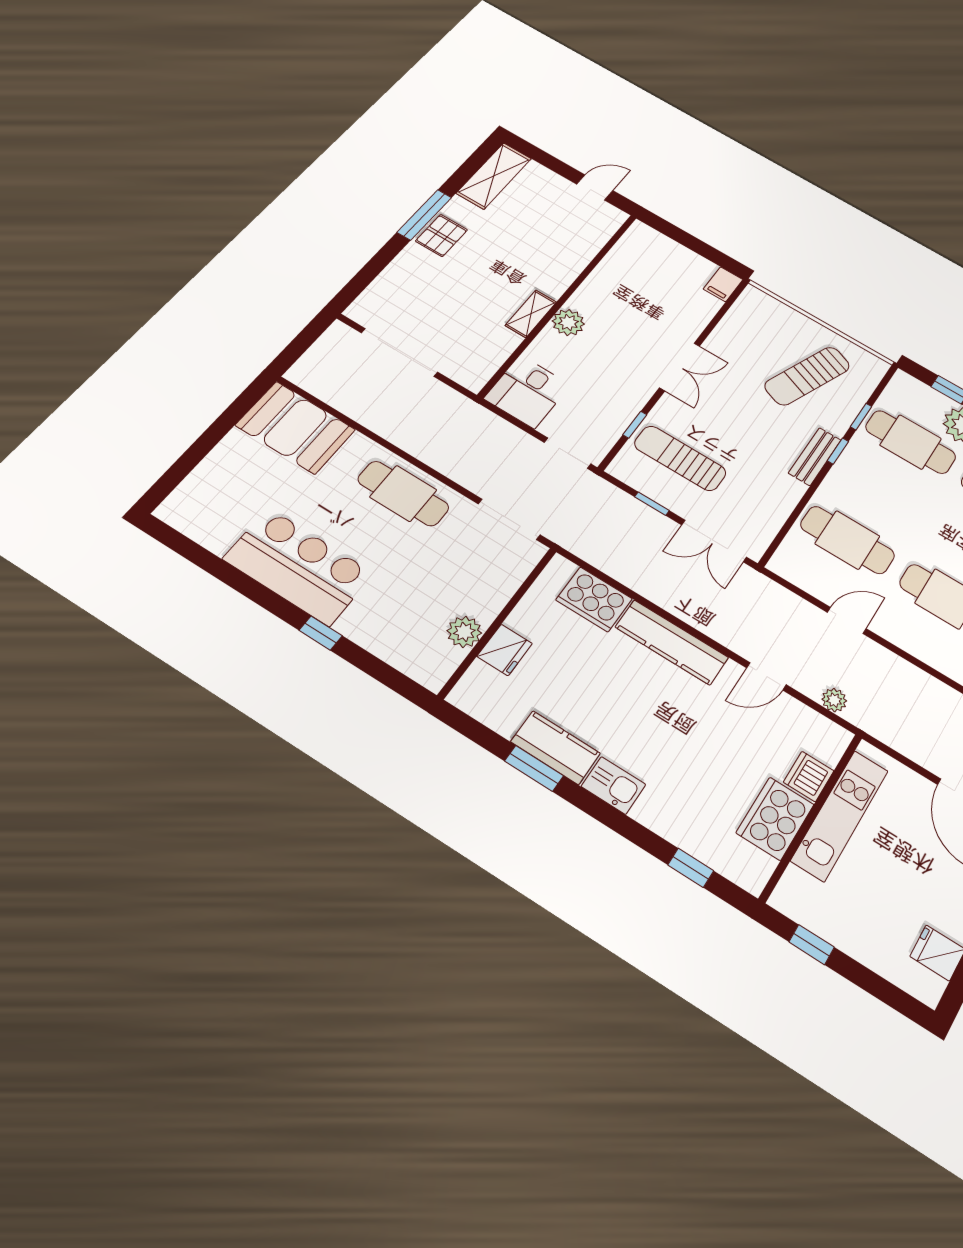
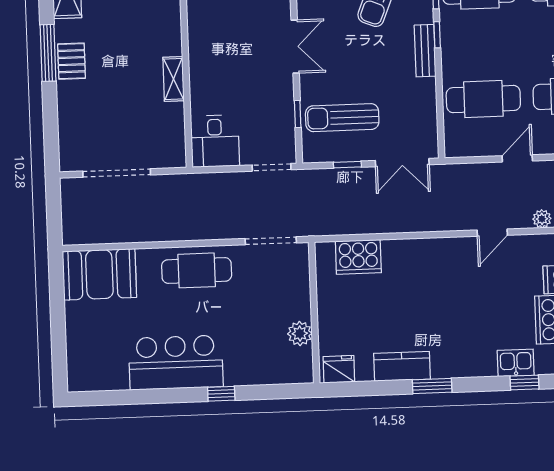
plant: (568, 322) -> (202, 67), removed
kitchen counter: (672, 642) -> (423, 251), removed
fridge: (505, 650) -> (339, 369), moved, turned -90
window: (534, 768) -> (432, 386), moved
kitchen sink: (613, 785) -> (516, 363), moved

